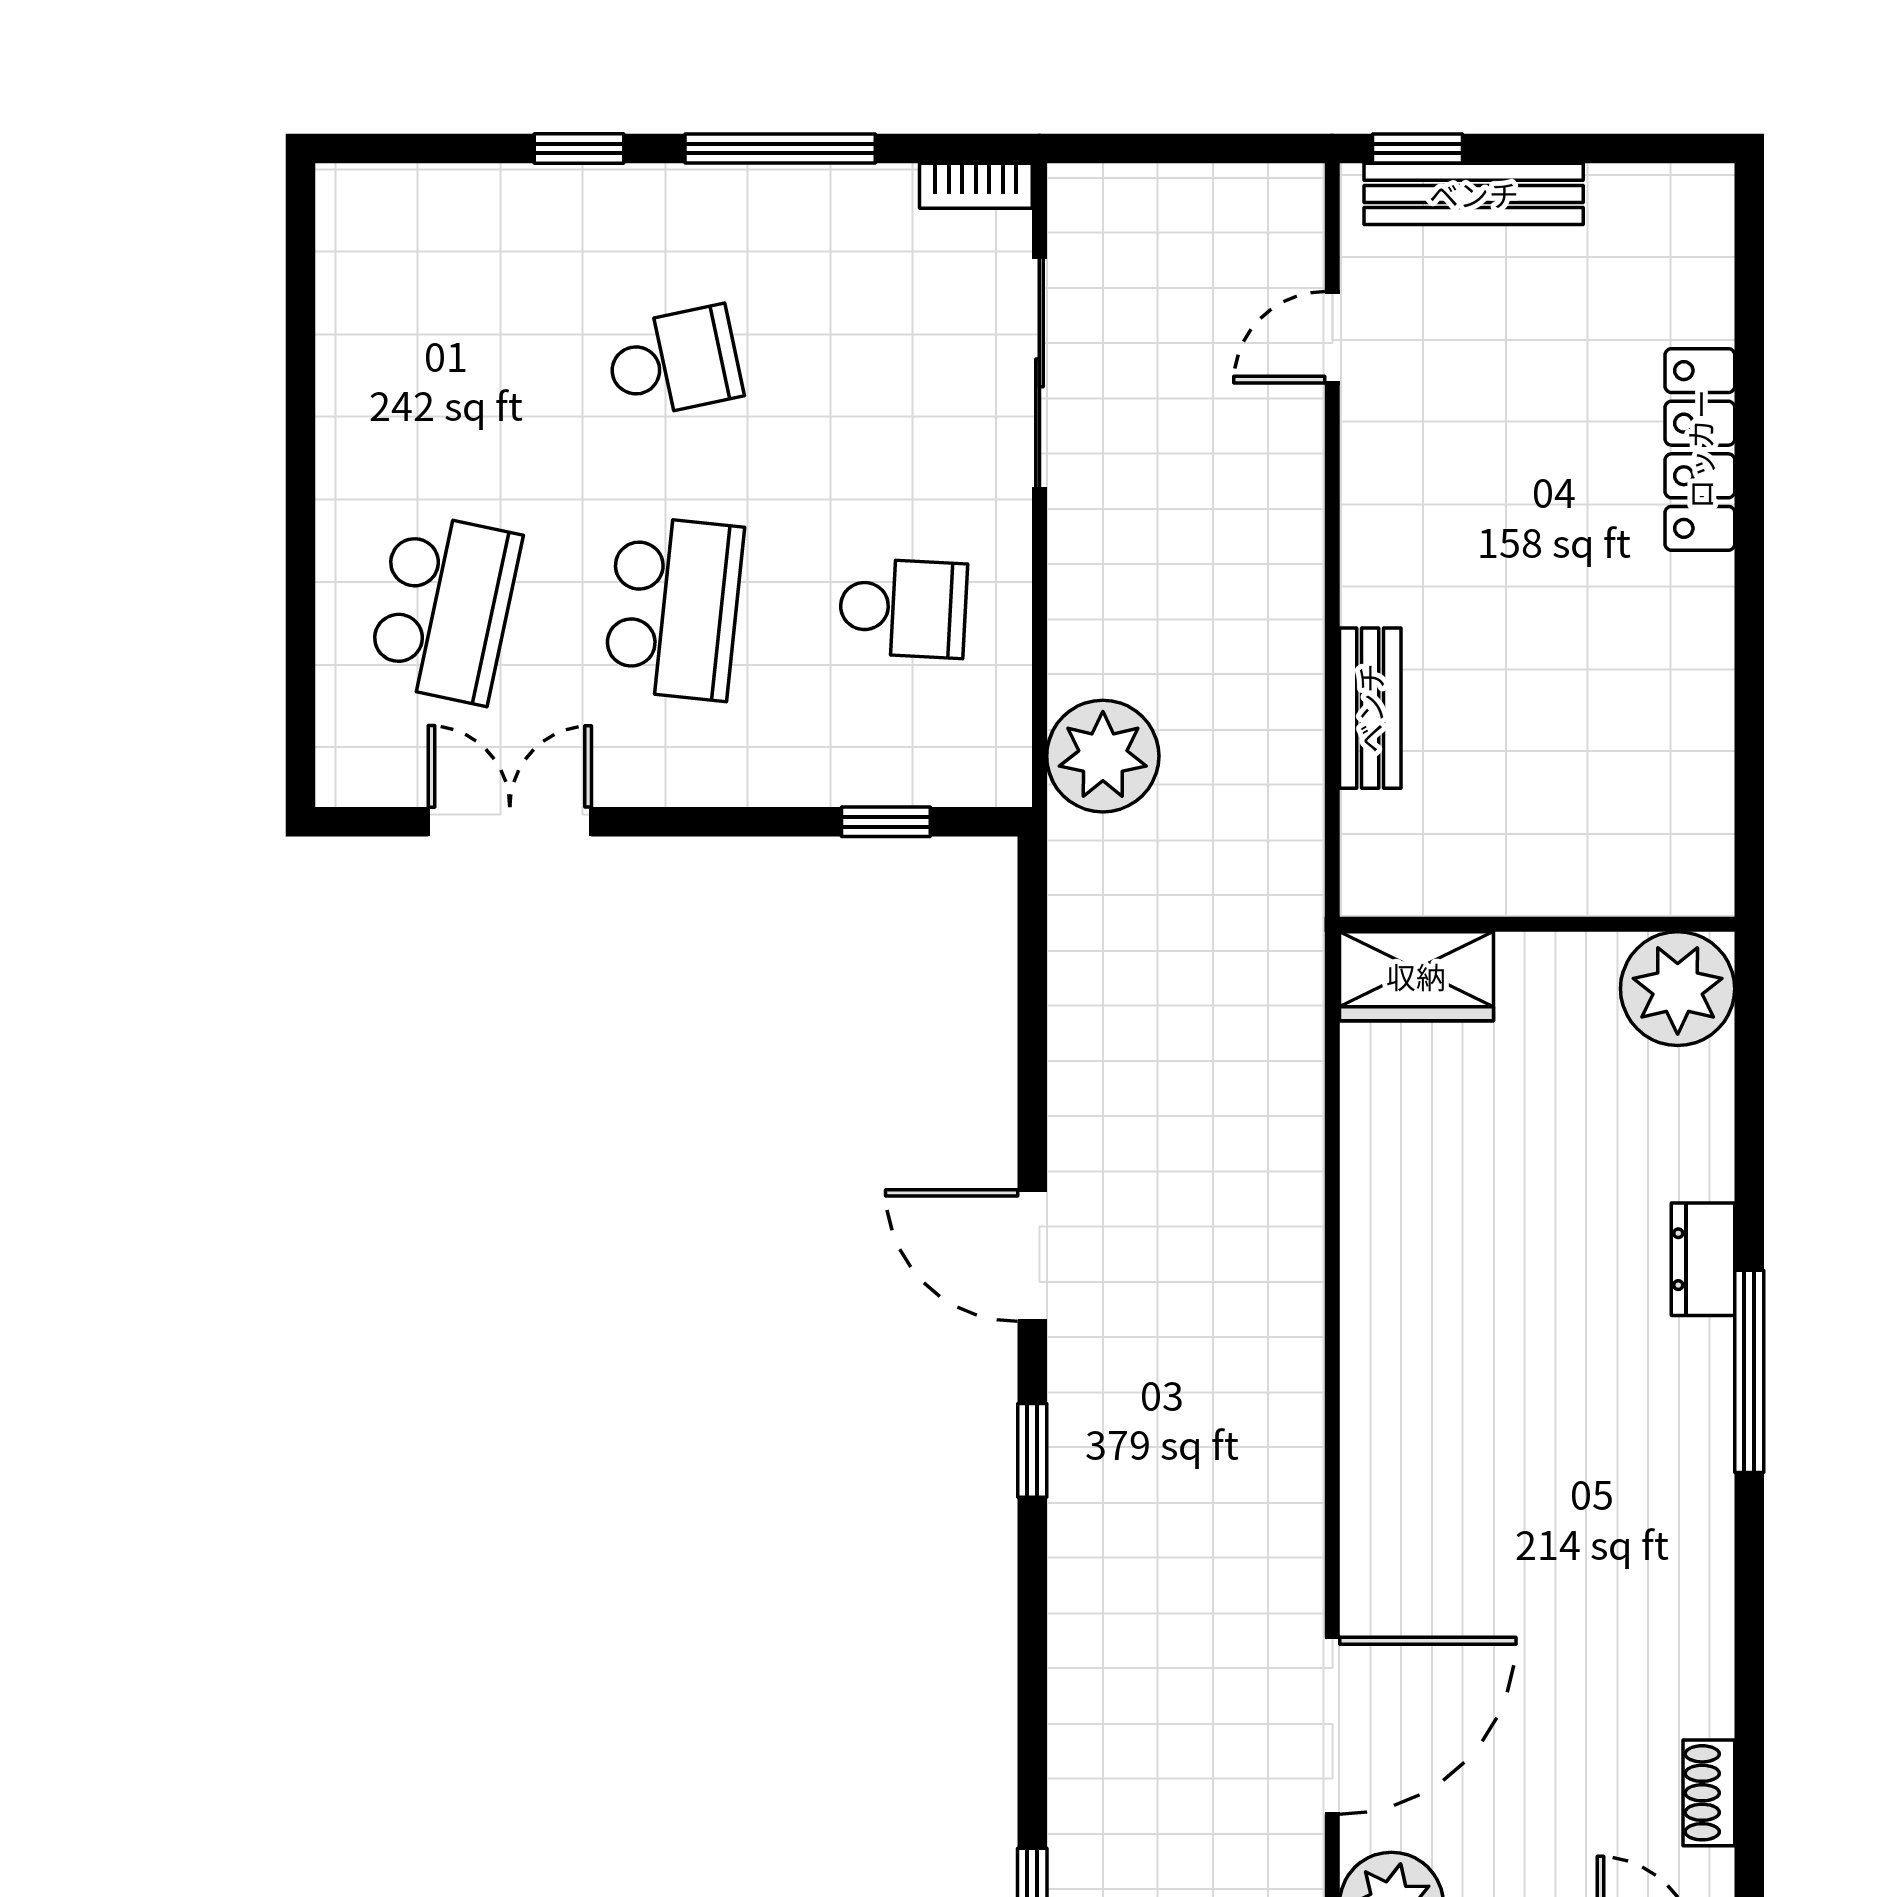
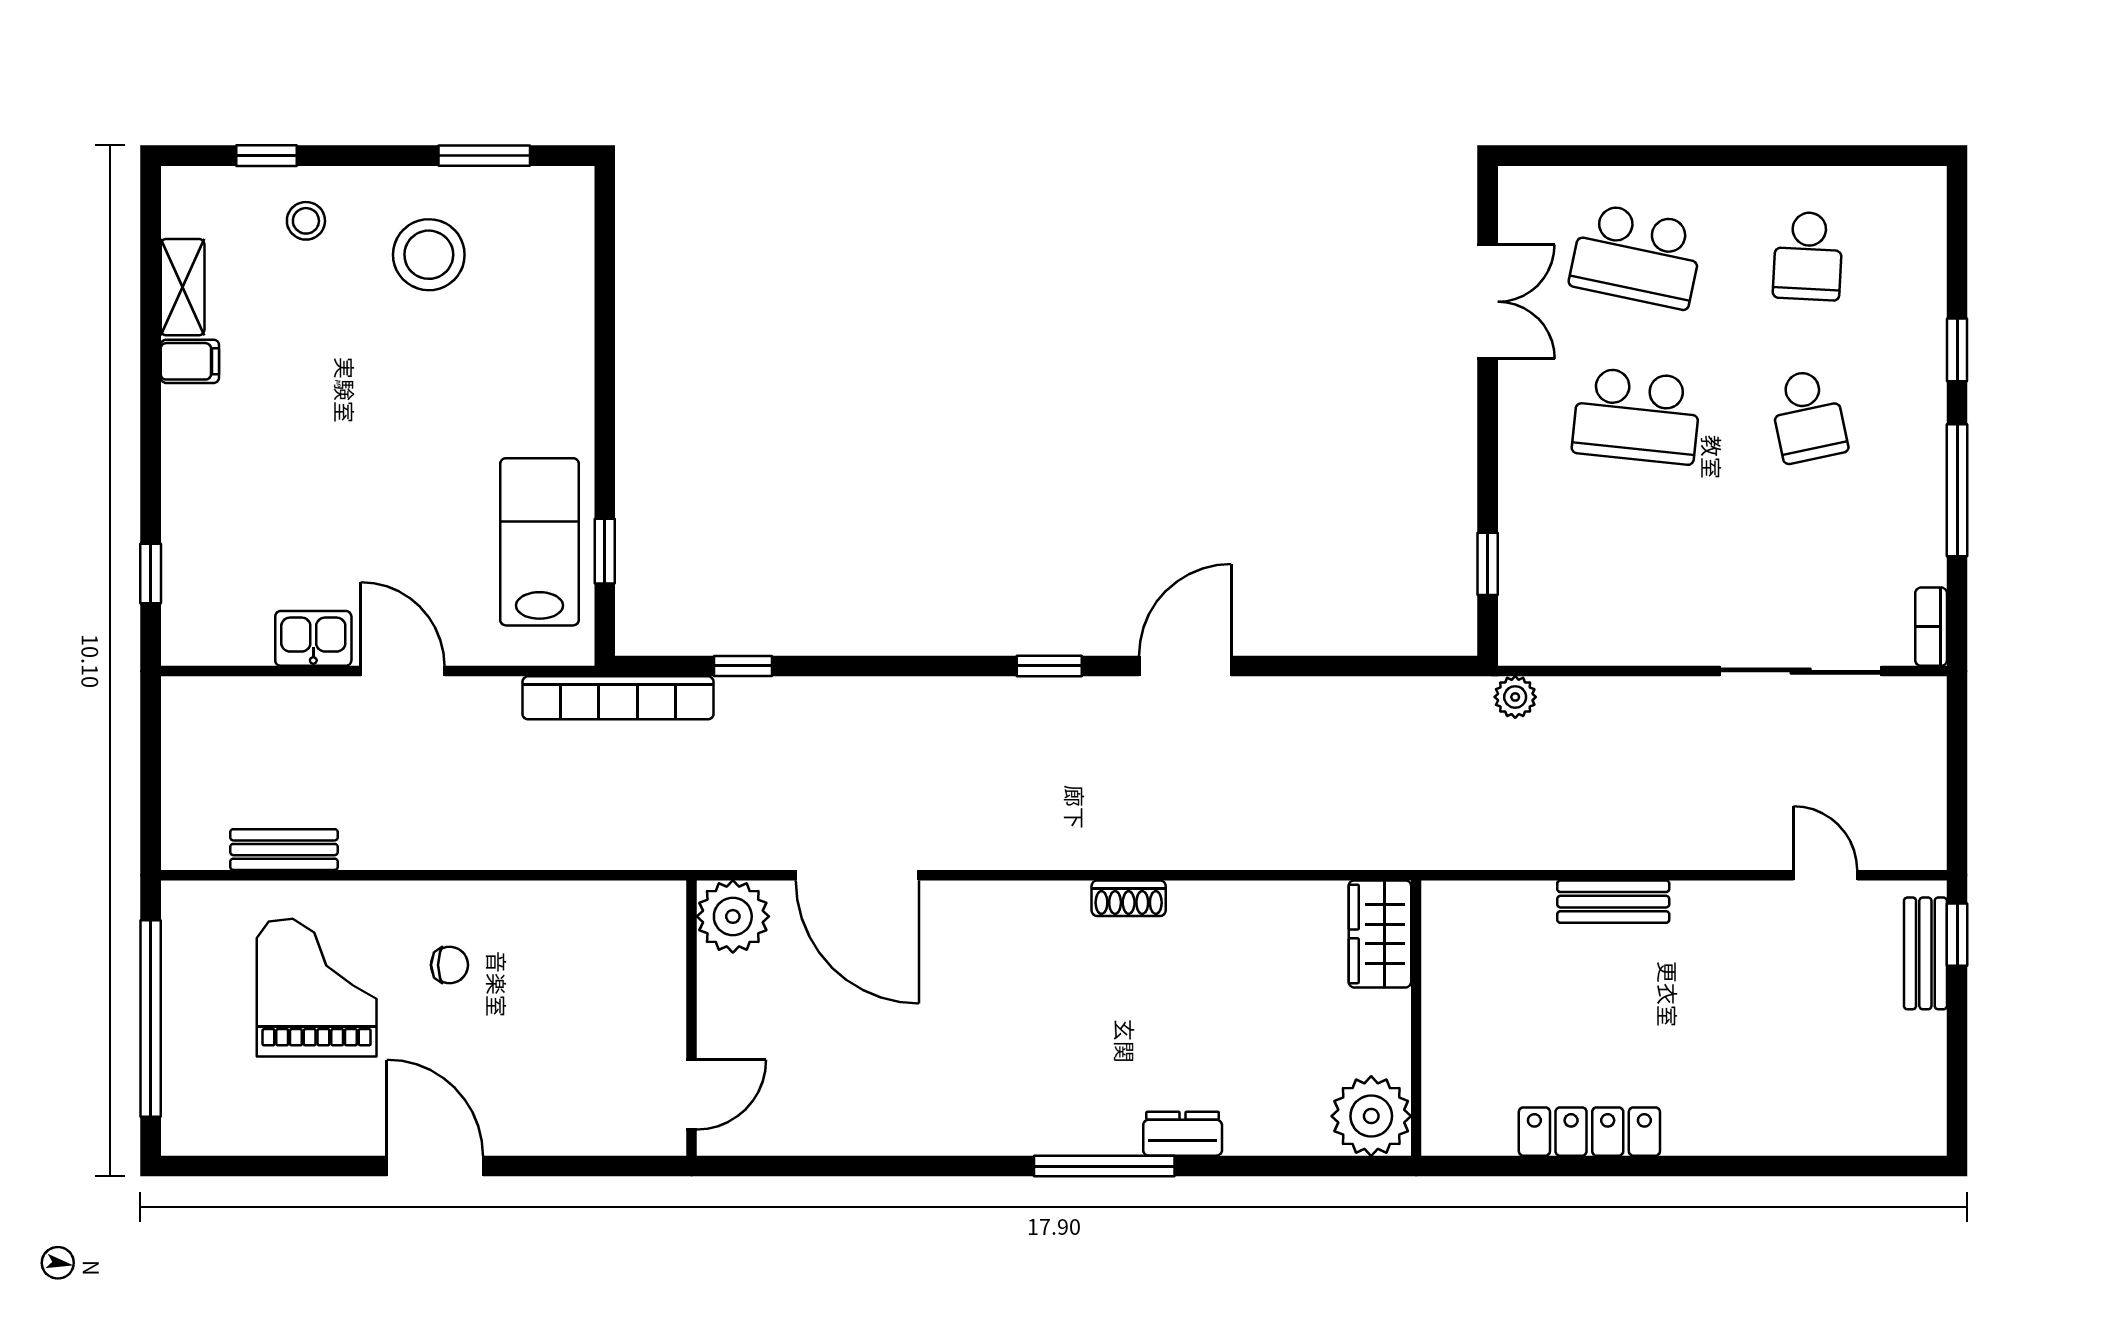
bench: (1474, 194) -> (1925, 953), width x0.73
locker: (1700, 449) -> (1589, 1132), moved
school desk: (903, 608) -> (1808, 256), moved
bench: (1370, 708) -> (1613, 902), moved
plant: (1103, 756) -> (1515, 697), width x0.53, depth x0.53
shoe rack: (1709, 1793) -> (1129, 898), moved, turned 180

